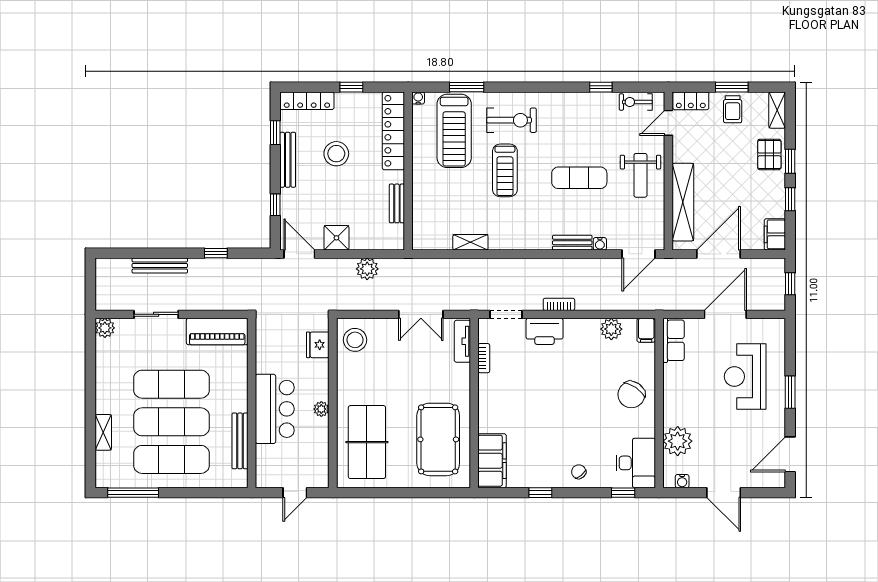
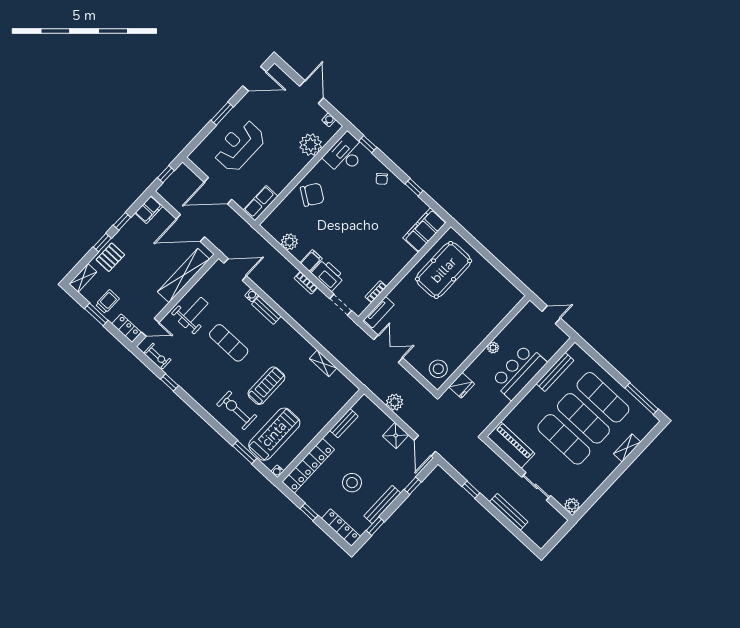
filing cabinet: (646, 330) -> (311, 261), moved
reception desk: (745, 377) -> (239, 146), turned 180
table tennis table: (367, 442) -> (485, 305), removed

